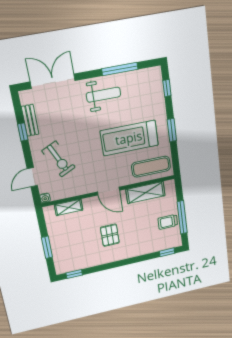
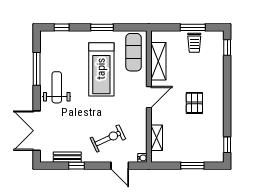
window: (182, 217) -> (193, 27), width x0.69
pallet: (110, 235) -> (194, 103), turned 90

